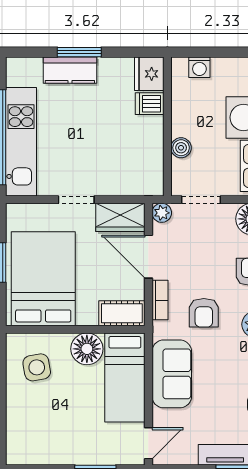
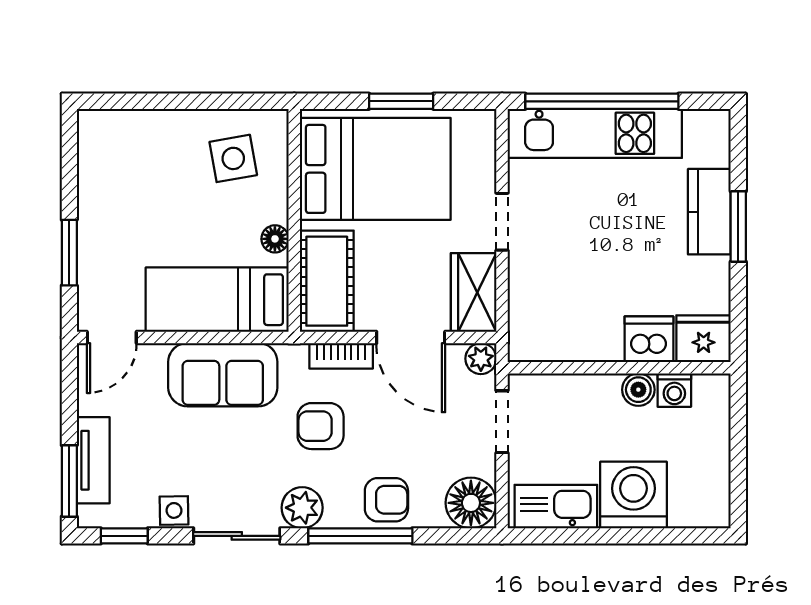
washing machine: (199, 67) -> (674, 390), moved, turned -90
dishwasher: (150, 104) -> (649, 339), width x1.38
boiler: (181, 148) -> (638, 390), moved
door: (148, 257) -> (411, 337), swing flipped
cot: (122, 313) -> (327, 281), width x1.37, depth x1.34
floor lamp: (87, 349) -> (275, 239), width x0.53, depth x0.53
door: (148, 443) -> (112, 337), hinge flipped

